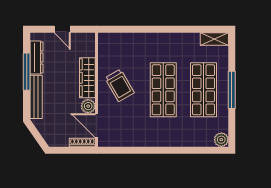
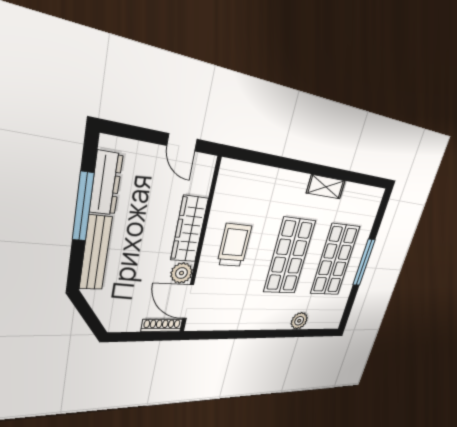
door: (62, 29) -> (182, 142), moved
shelving: (214, 39) -> (326, 187), moved
trolley: (120, 85) -> (234, 245), turned -150
plant: (221, 140) -> (299, 321), moved

